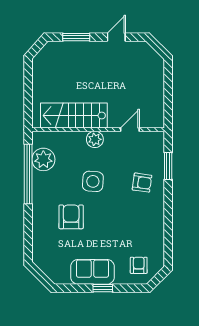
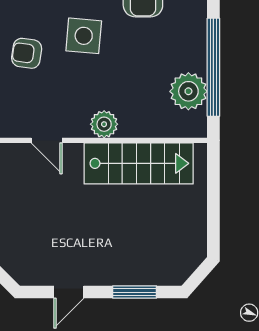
door: (130, 130) -> (47, 140), hinge flipped
side table: (93, 181) -> (84, 36), moved

